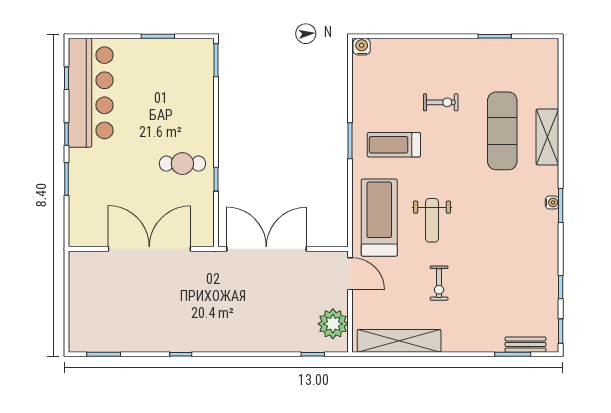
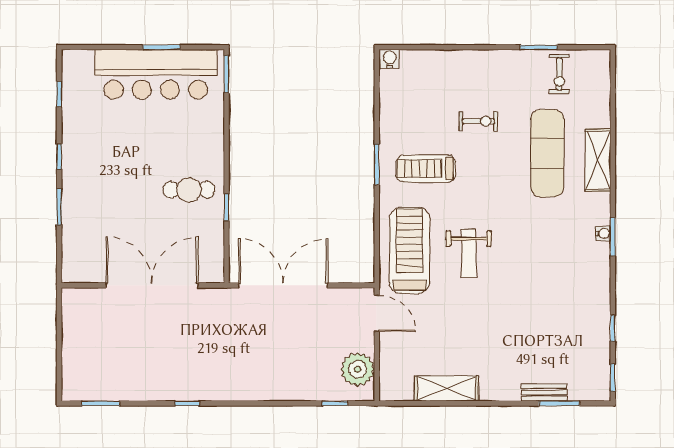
bar counter: (91, 93) -> (156, 74), moved, turned 90
exercise bike: (439, 283) -> (559, 74), moved
shelving: (399, 341) -> (447, 388), width x0.68
bench: (525, 345) -> (544, 393), moved

